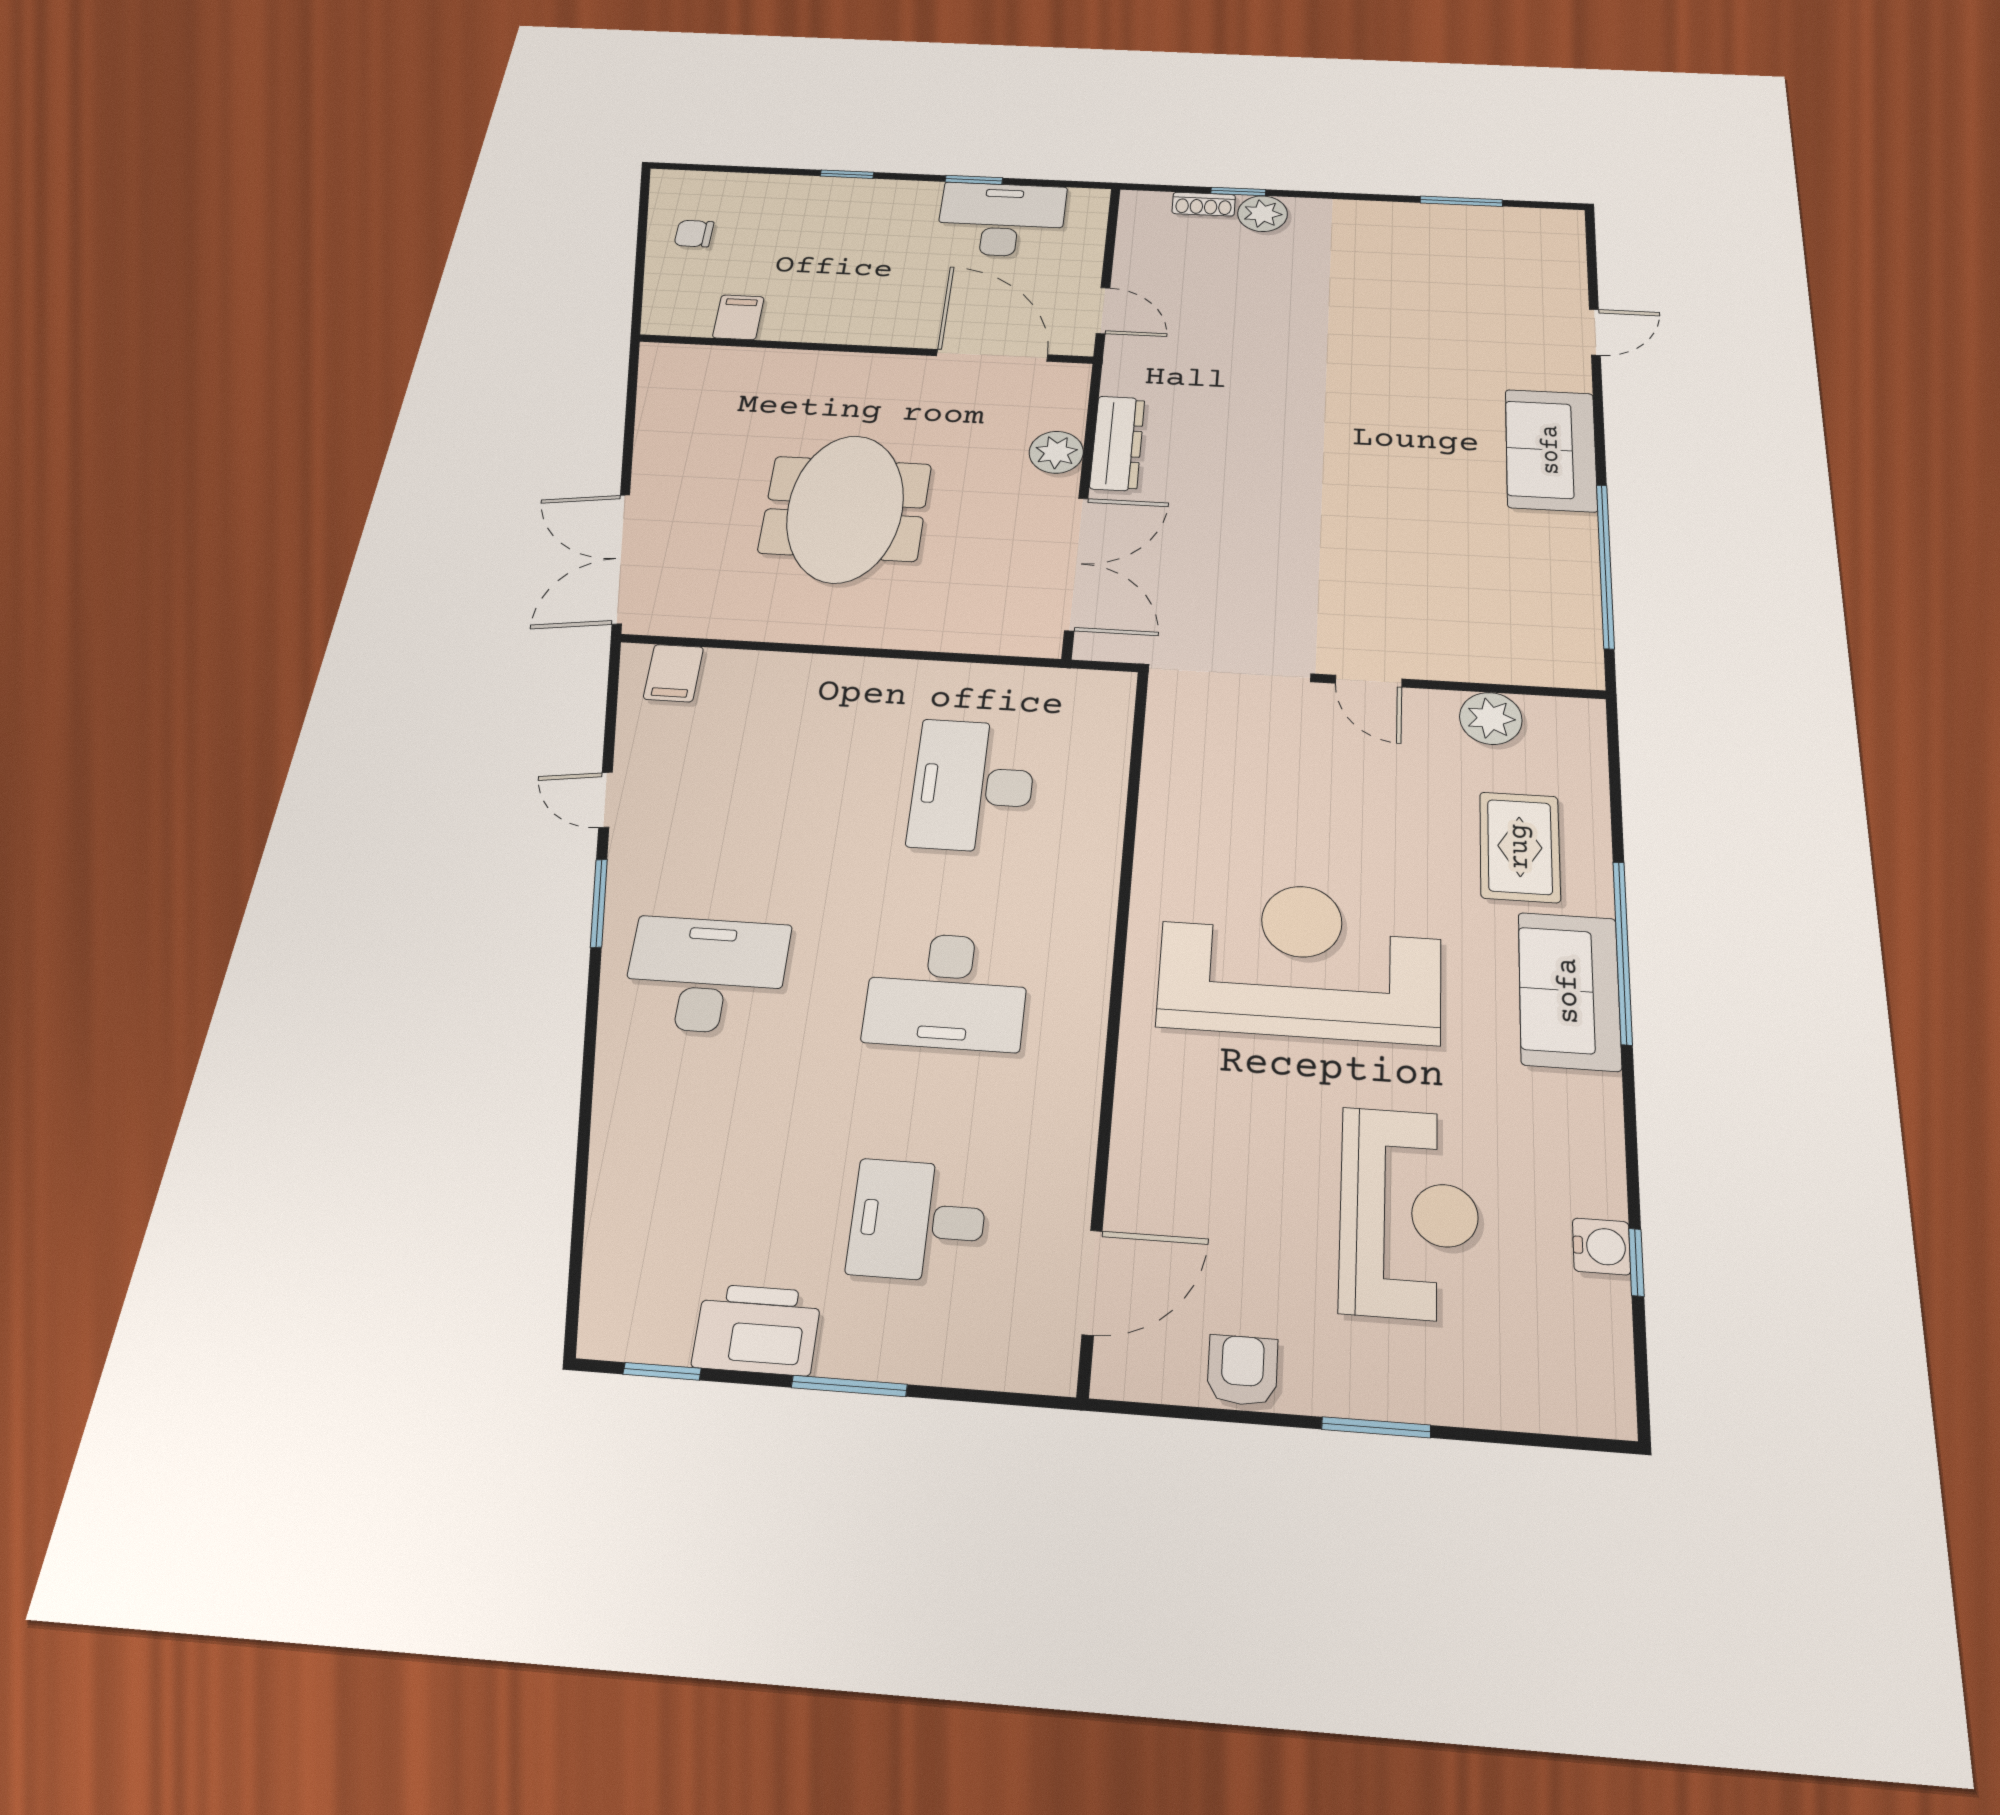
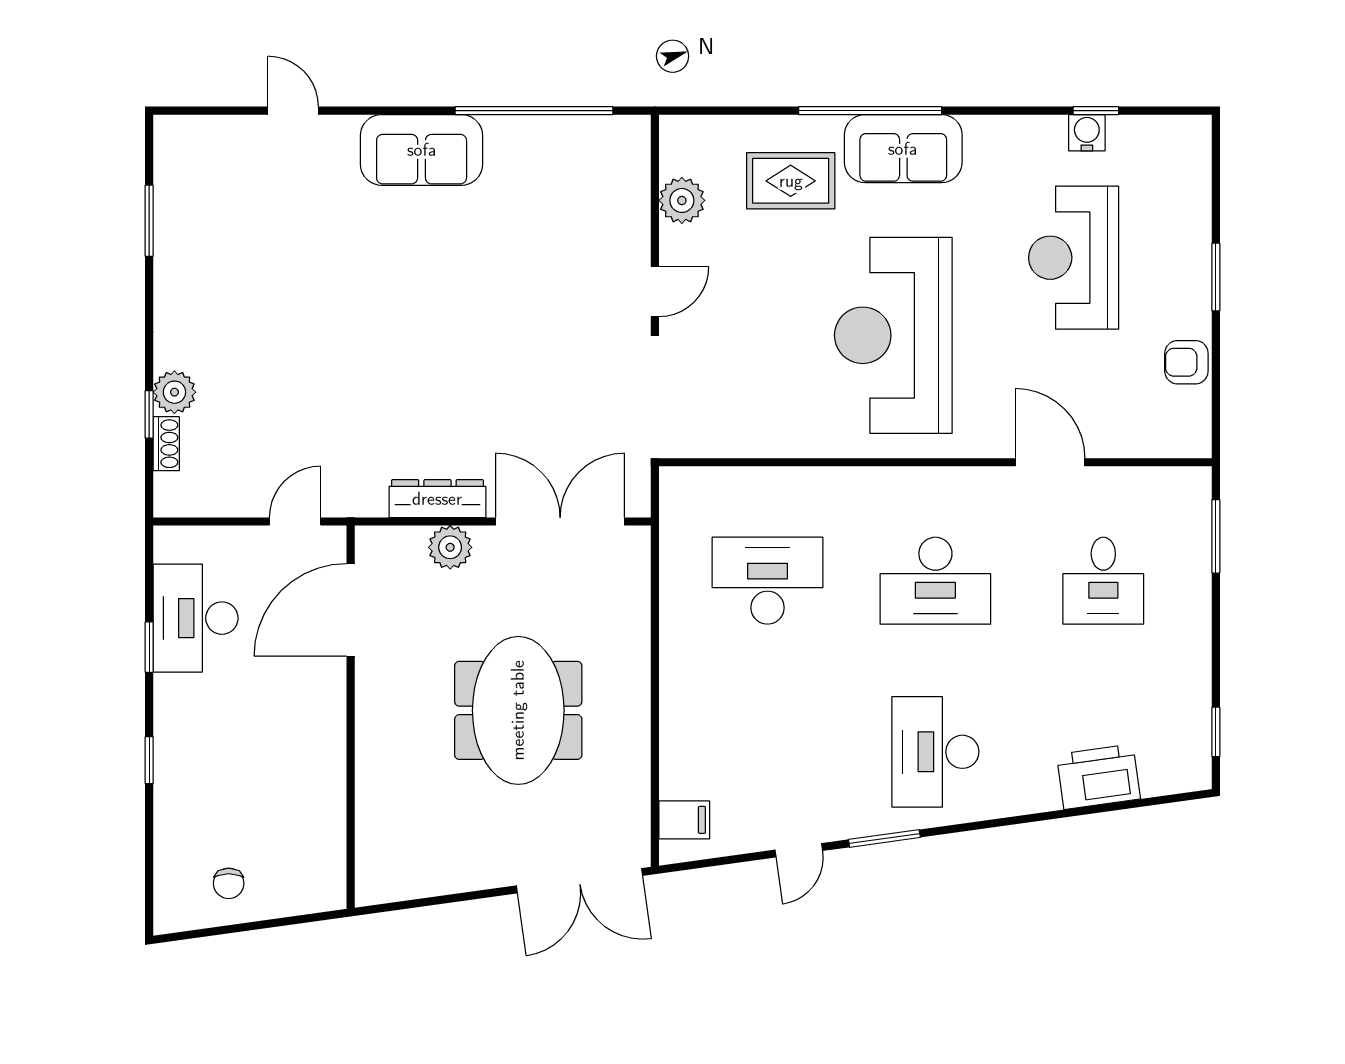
filing cabinet: (738, 317) -> (322, 829), removed
meeting table: (845, 508) -> (518, 710), turned 90
desk: (973, 786) -> (768, 581), turned 180
desk: (947, 991) -> (935, 581), turned 90
reception desk: (1409, 1213) -> (1074, 258), turned -90
door: (1092, 1282) -> (1050, 462), moved
printer: (757, 1329) -> (1098, 777), moved, turned 82
window: (849, 1386) -> (1216, 536), moved

